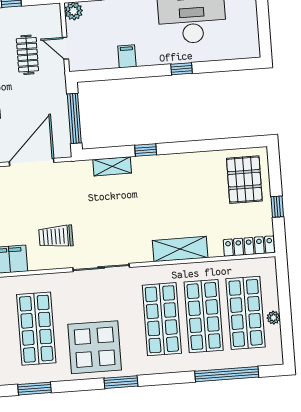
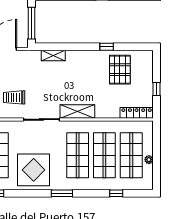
window: (146, 150) -> (107, 47), moved
pallet: (244, 180) -> (120, 70), moved
shelving: (180, 249) -> (77, 111), moved
window: (227, 374) -> (116, 193), width x0.32
window: (121, 382) -> (62, 193), moved

